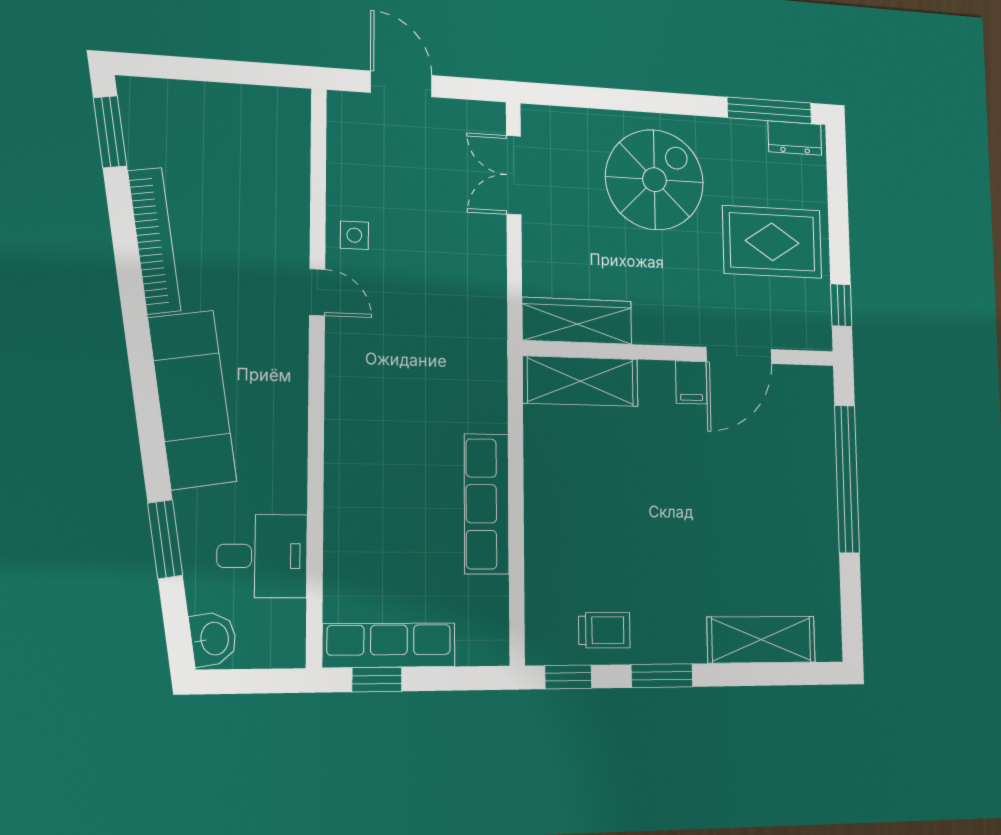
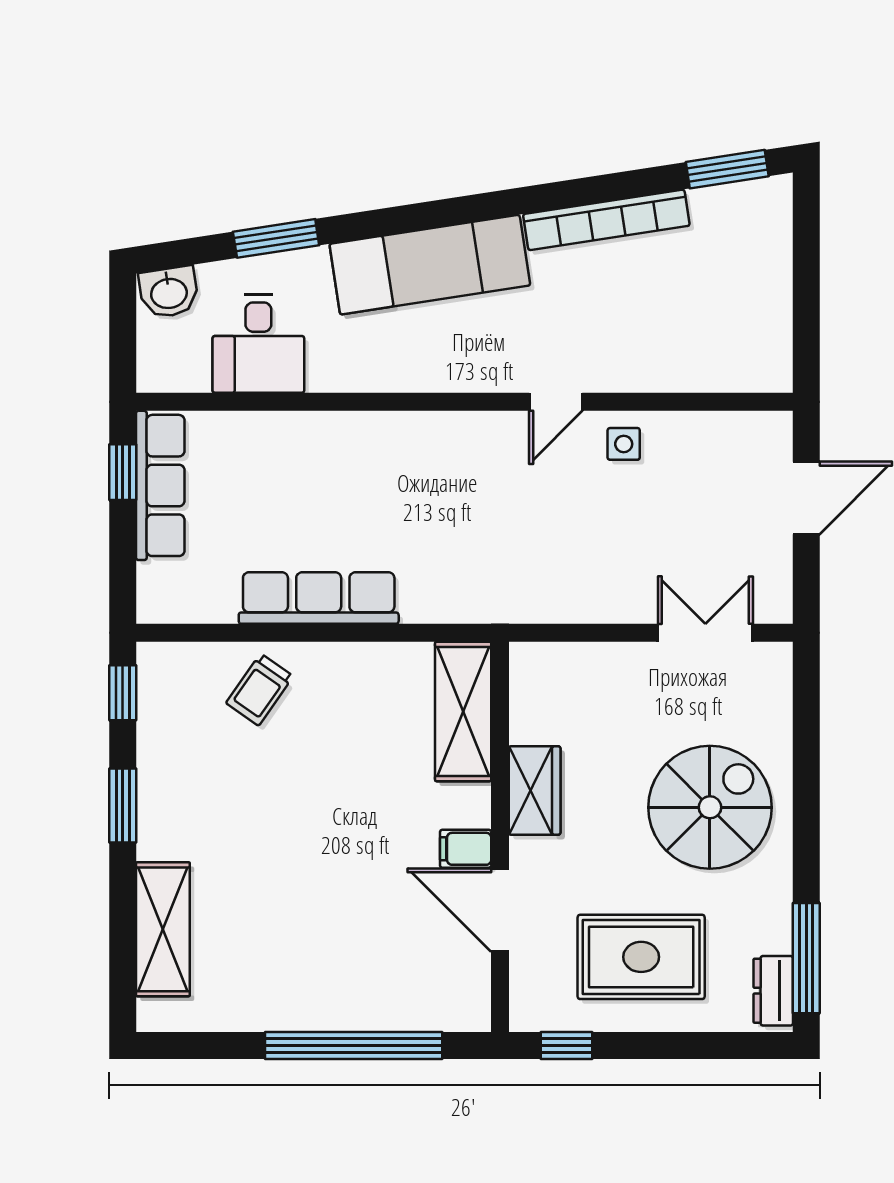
spiral stairs: (654, 180) -> (710, 807), turned -90
rug: (772, 242) -> (641, 957), turned 90
wardrobe: (577, 321) -> (535, 791), moved, width x0.67
trolley: (604, 630) -> (260, 690), moved, turned 35

